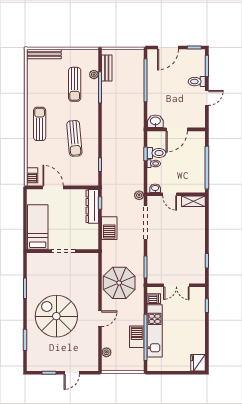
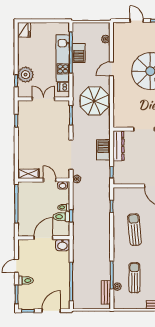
dresser: (92, 206) -> (118, 146), moved
plant: (196, 313) -> (26, 75), added
door: (72, 373) -> (137, 21), hinge flipped

